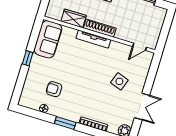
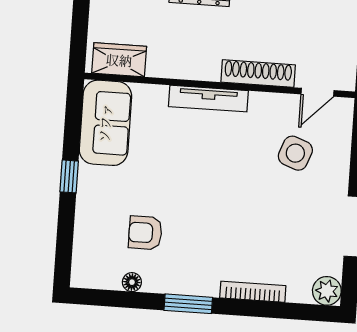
wardrobe: (74, 18) -> (119, 60), moved
shoe rack: (100, 28) -> (258, 74), moved
side table: (119, 81) -> (295, 153), moved

